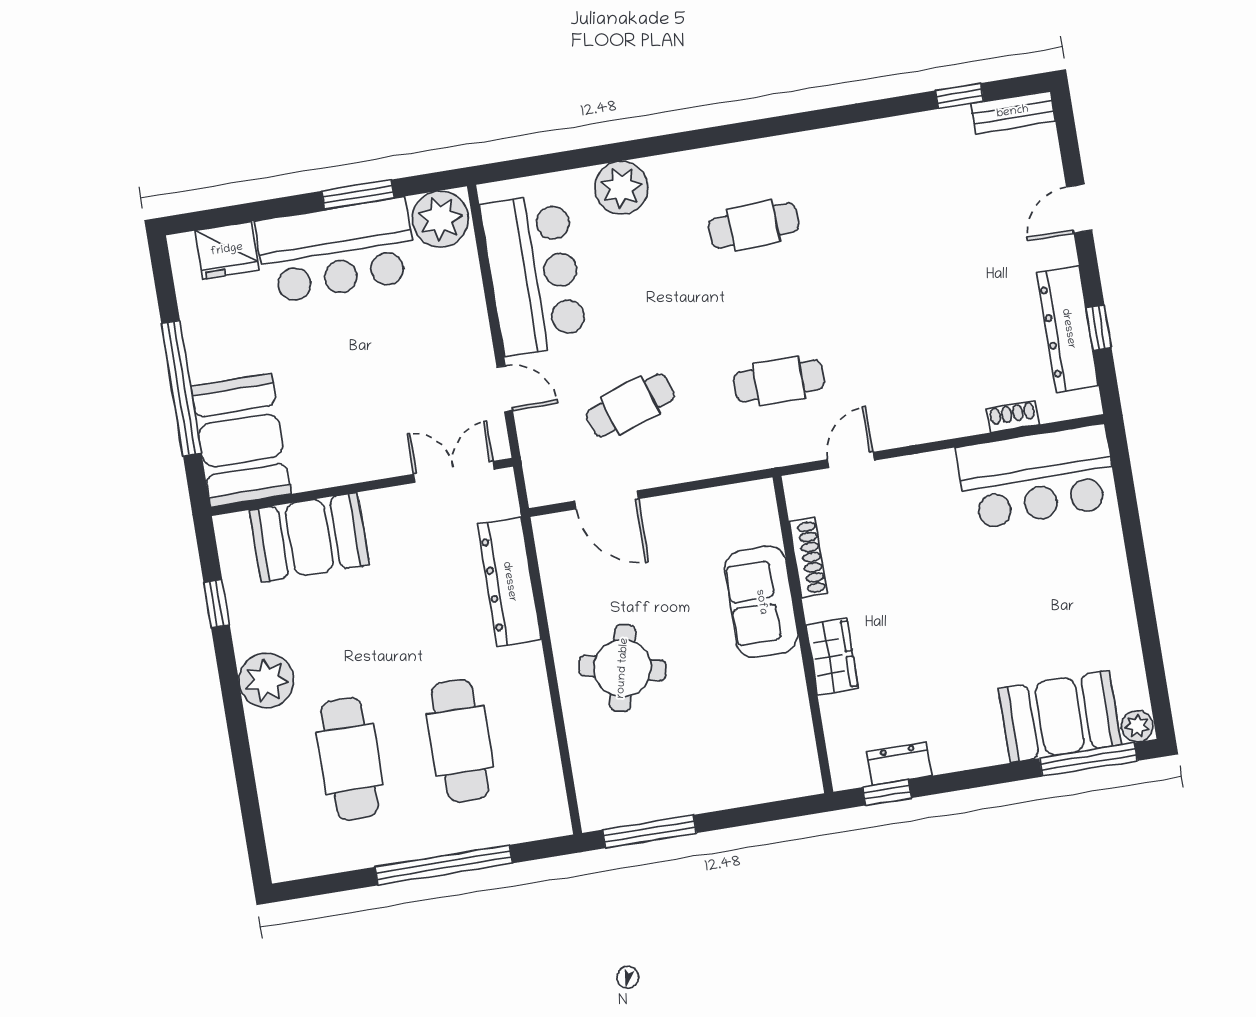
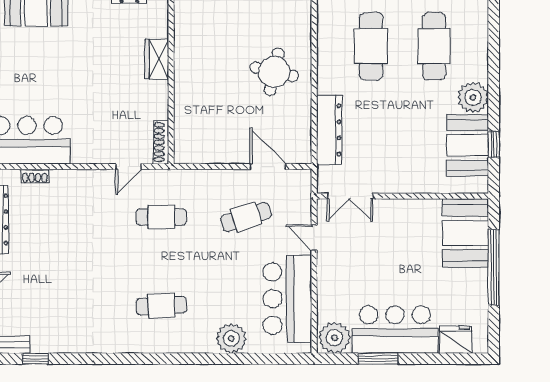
booth: (309, 537) -> (468, 145), moved, turned 90
shoe rack: (808, 558) -> (161, 142), moved
sofa: (761, 602) -> (191, 96), removed

